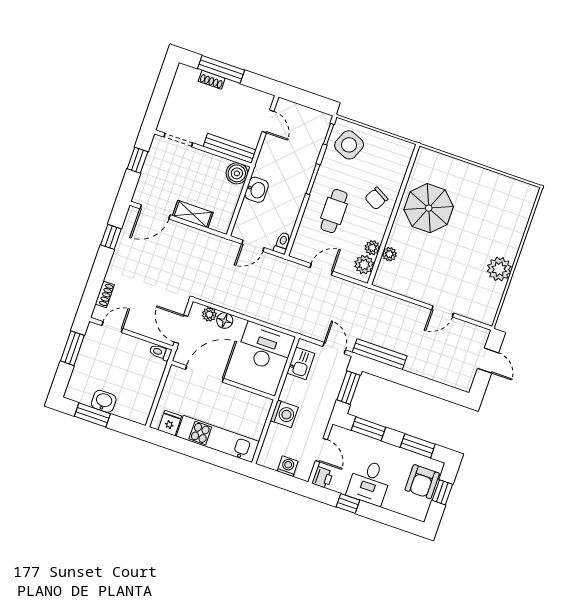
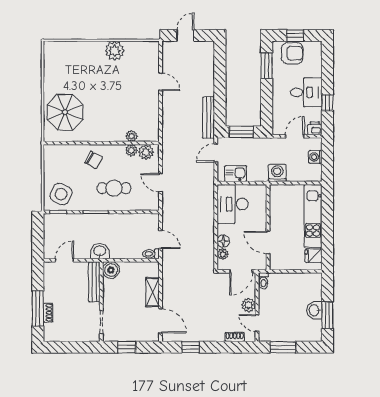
washbasin: (257, 190) -> (100, 251), moved
parasol: (429, 208) -> (65, 112), moved
toilet: (282, 243) -> (151, 254), moved
plant: (137, 324) -> (249, 305), added
door: (205, 374) -> (268, 242), width x0.73
window: (368, 429) -> (267, 107), removed

